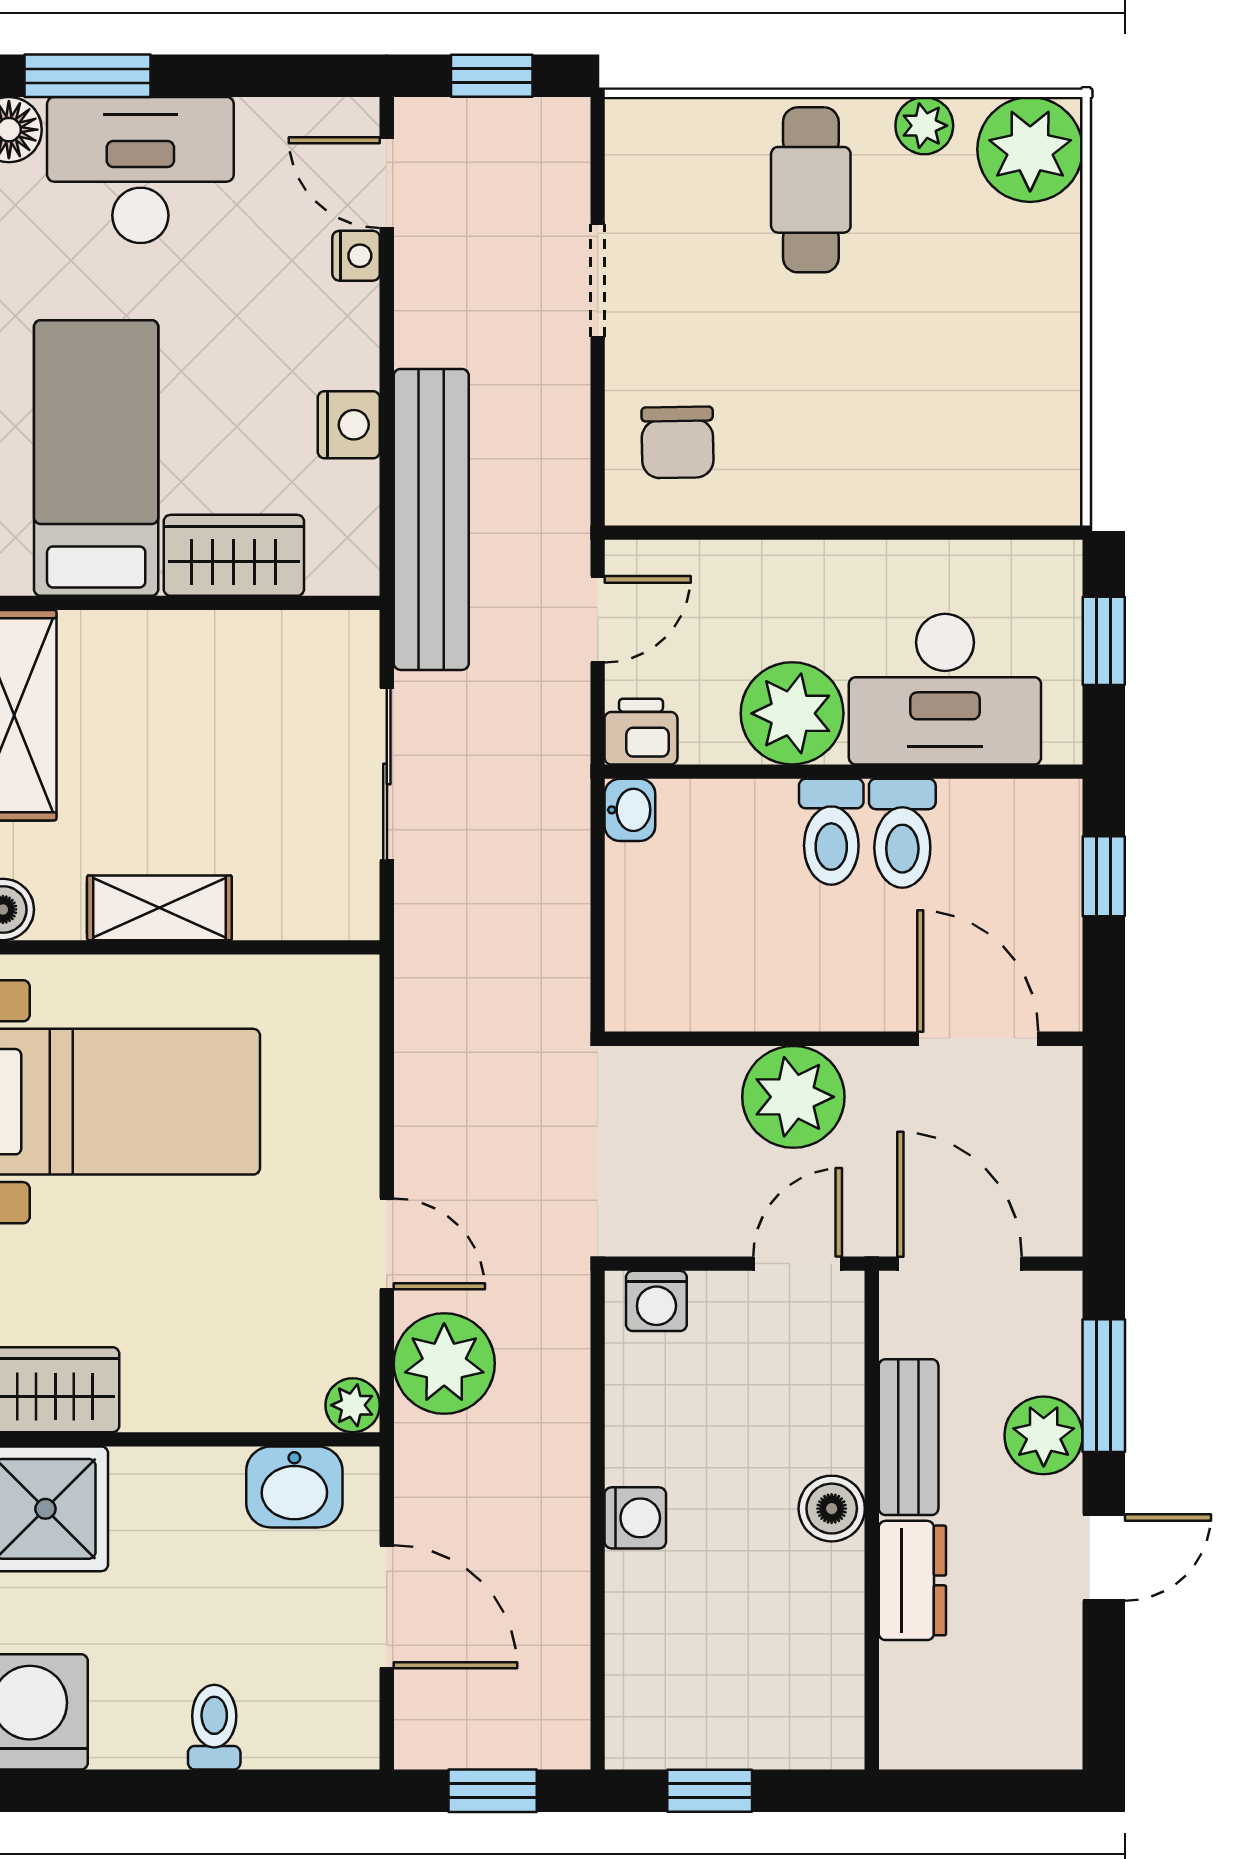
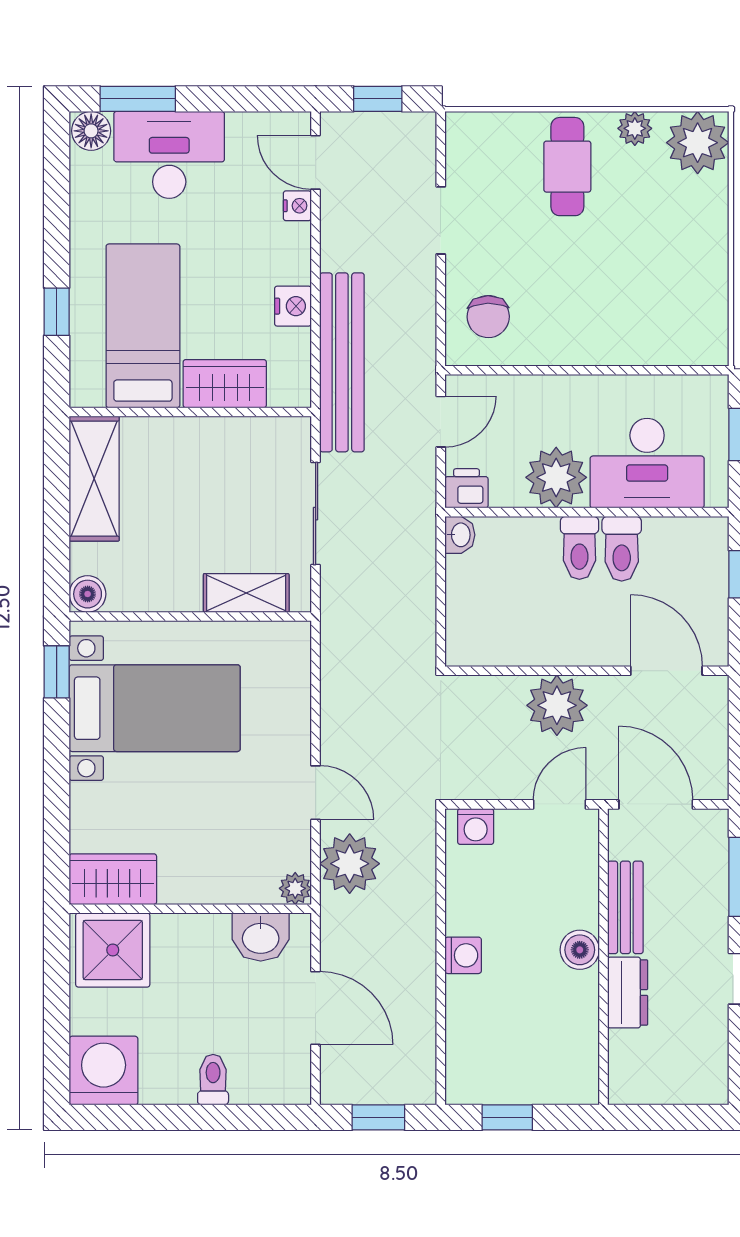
shelving: (159, 908) -> (246, 593), moved
plant: (1044, 1435) -> (706, 906), removed

